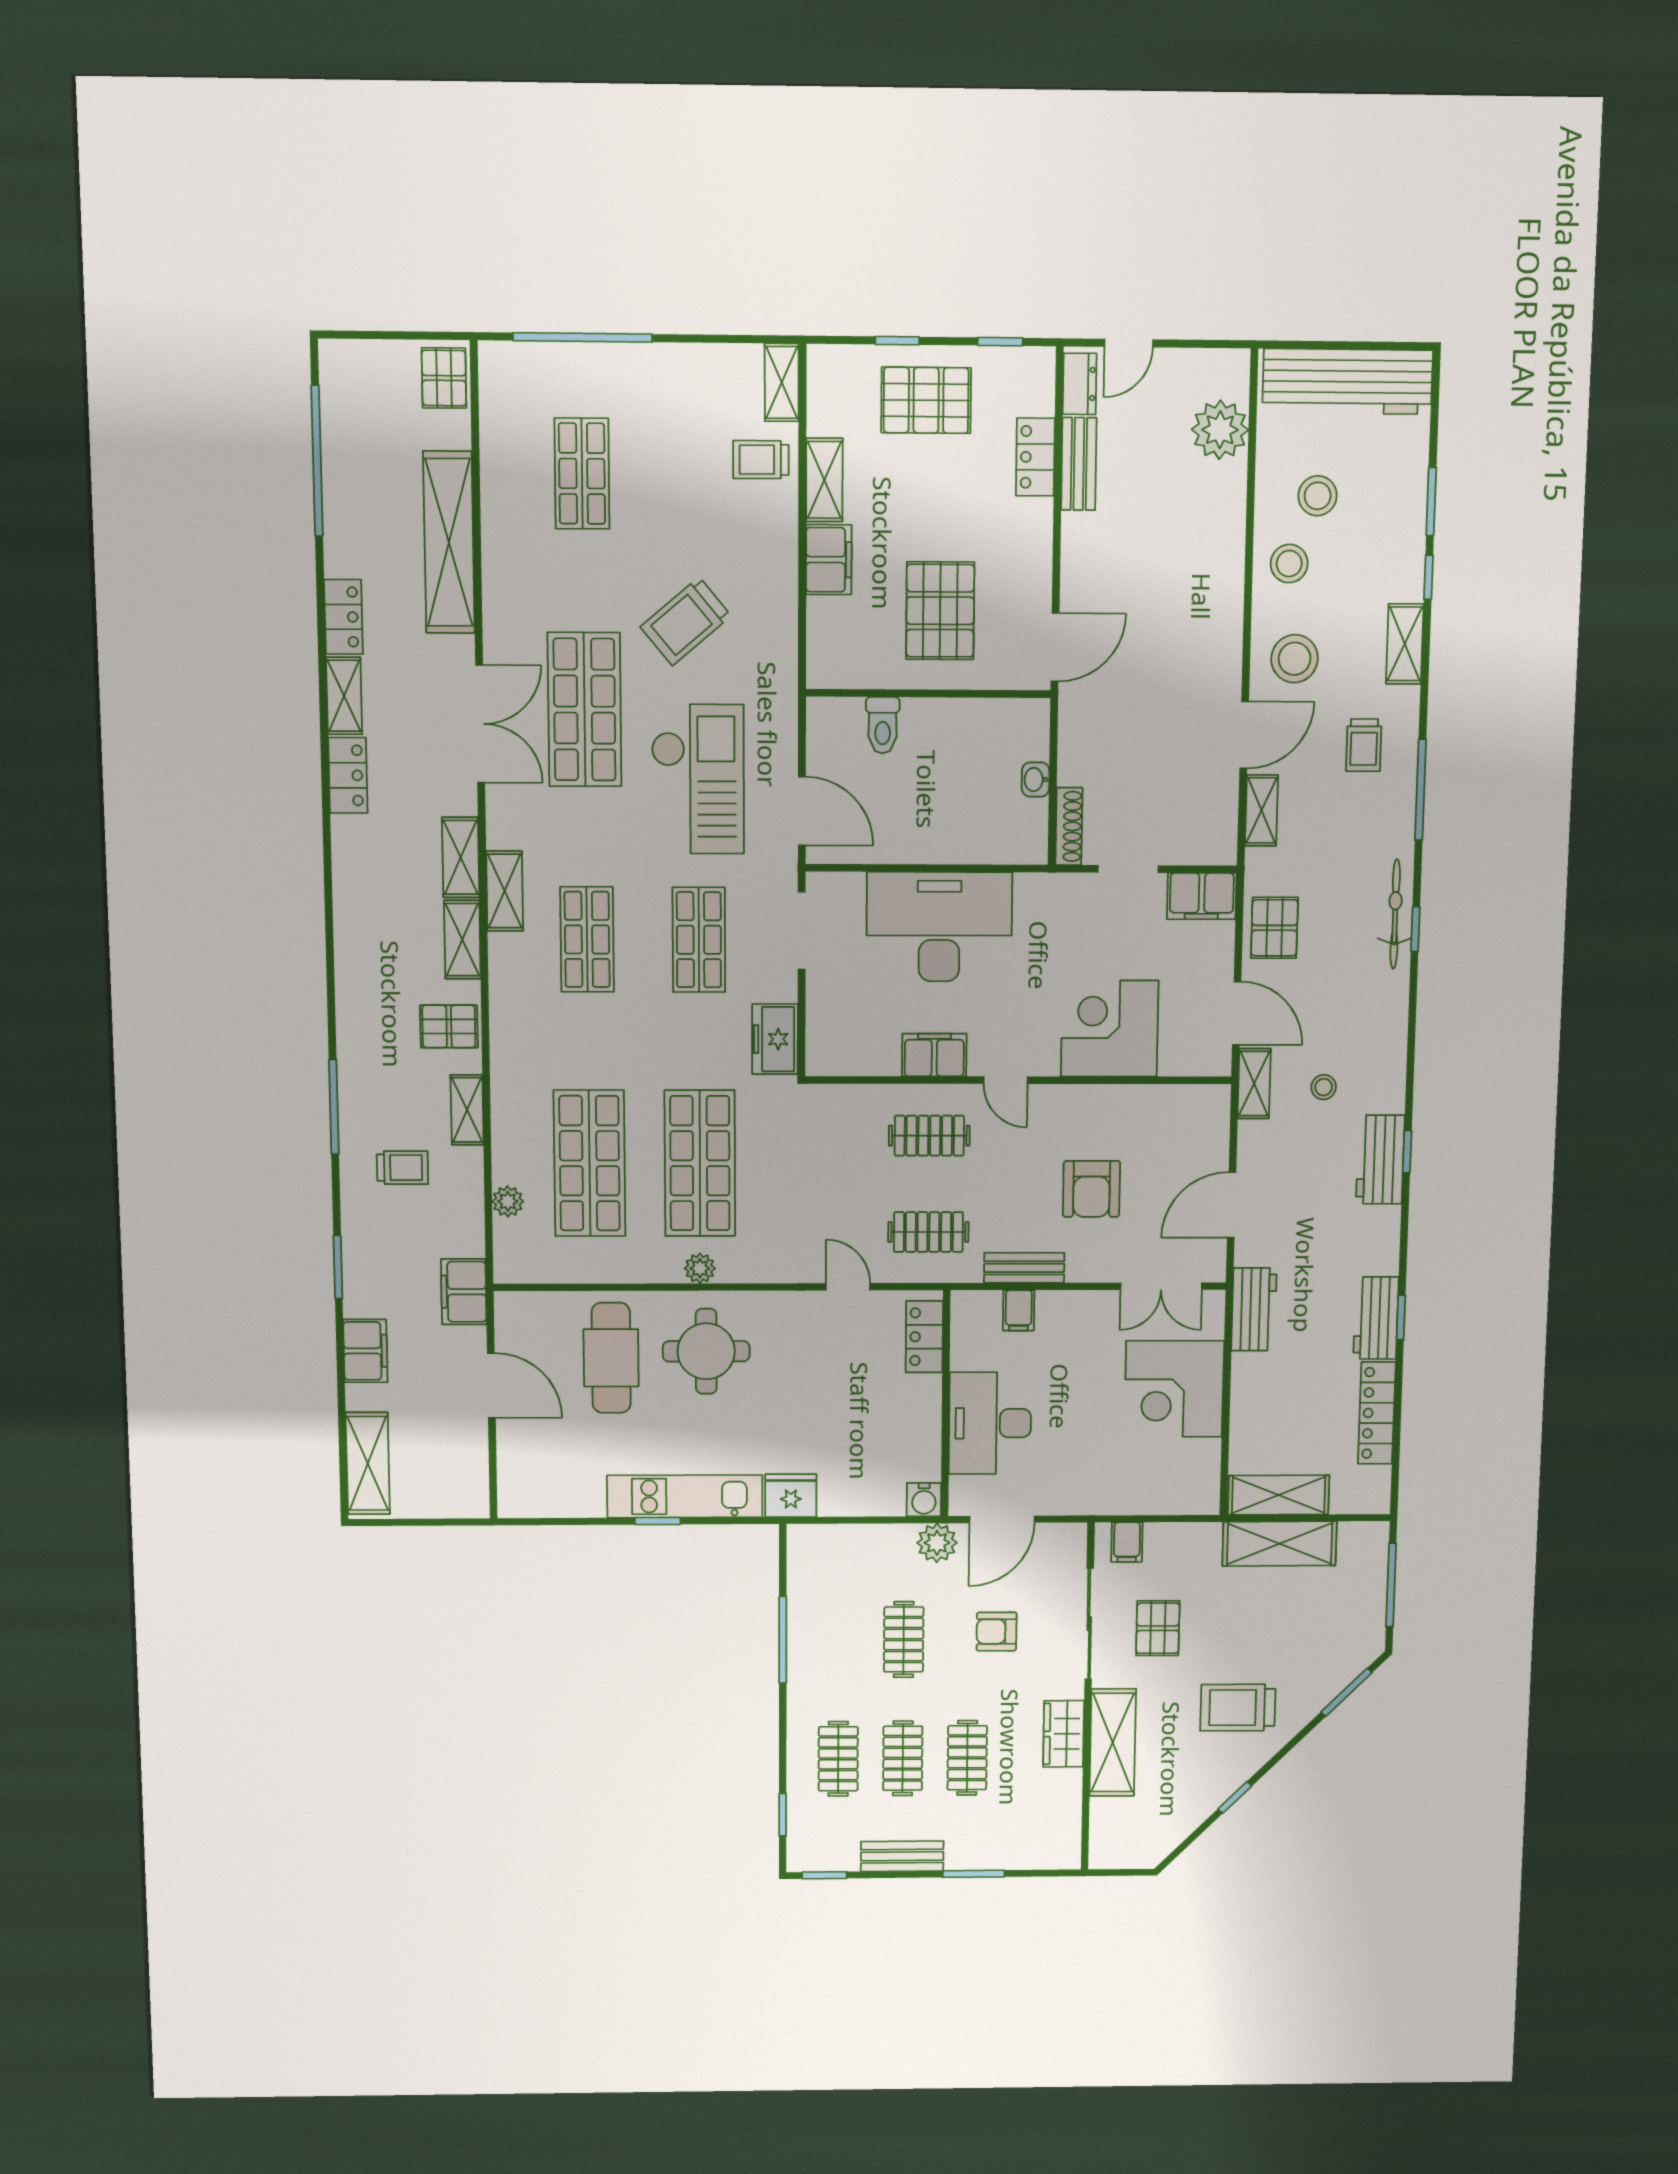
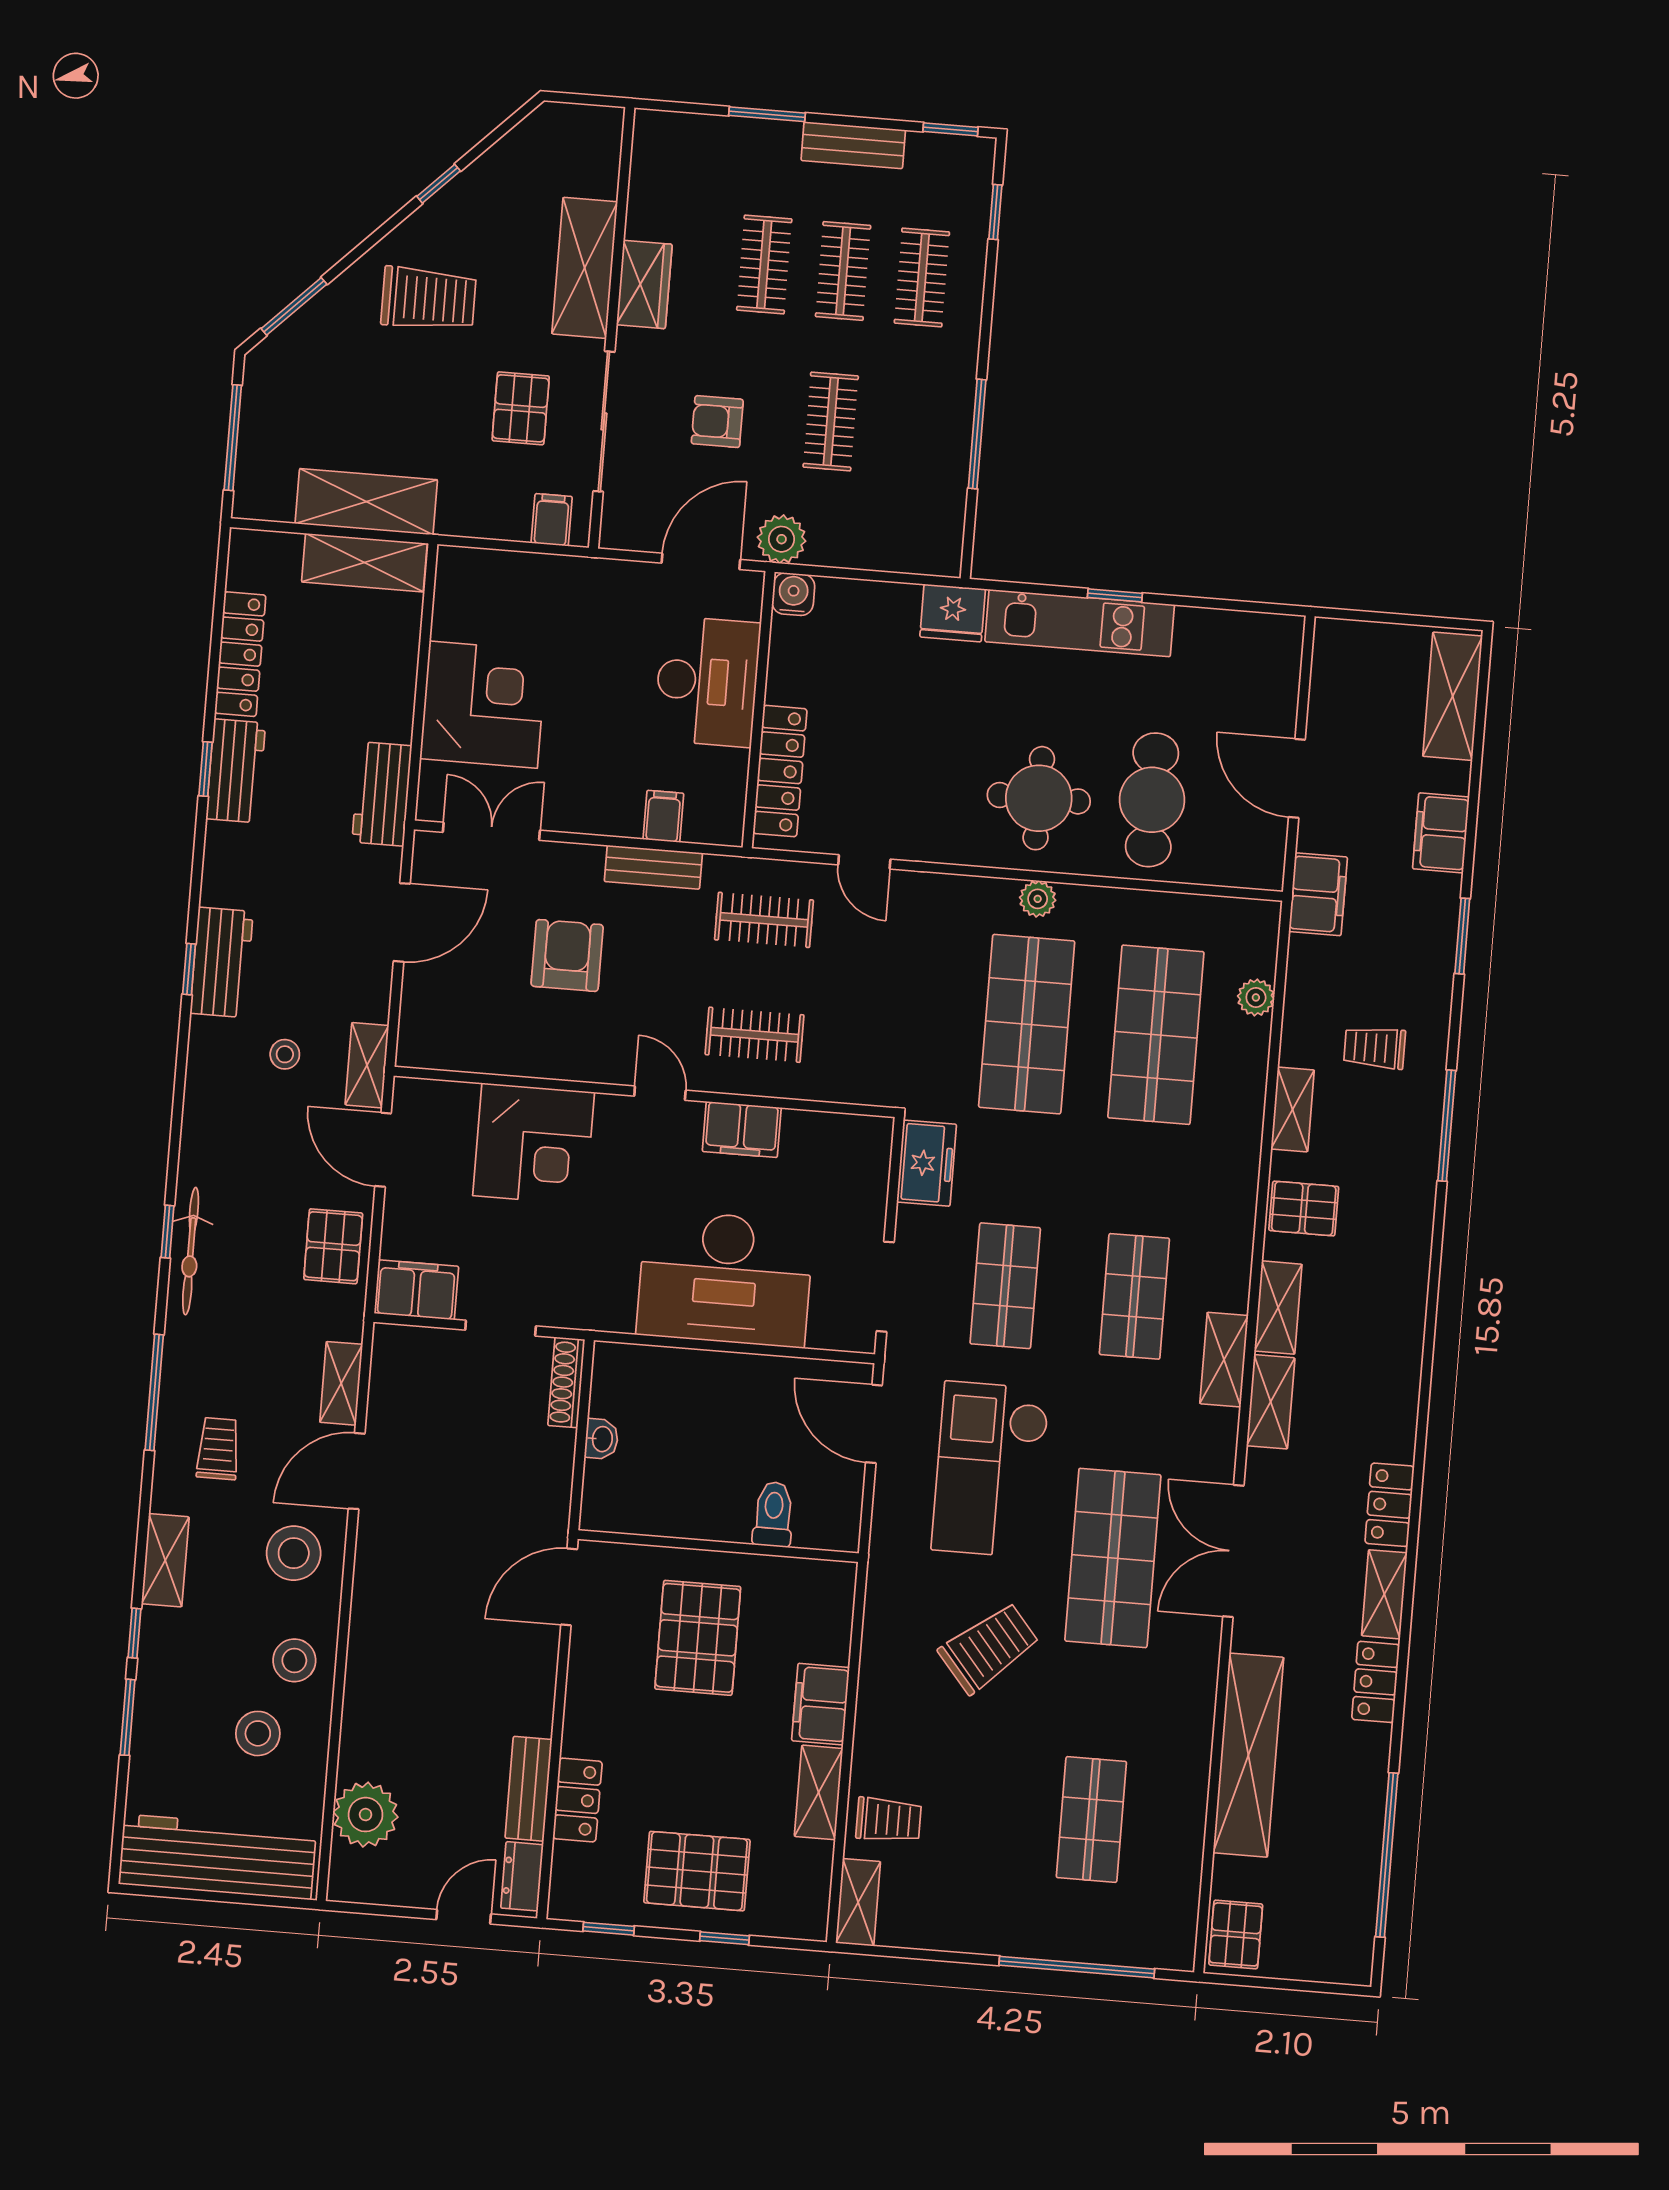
locker: (924, 1337) -> (780, 771), width x1.53
armchair: (997, 1632) -> (717, 422), turned 180

